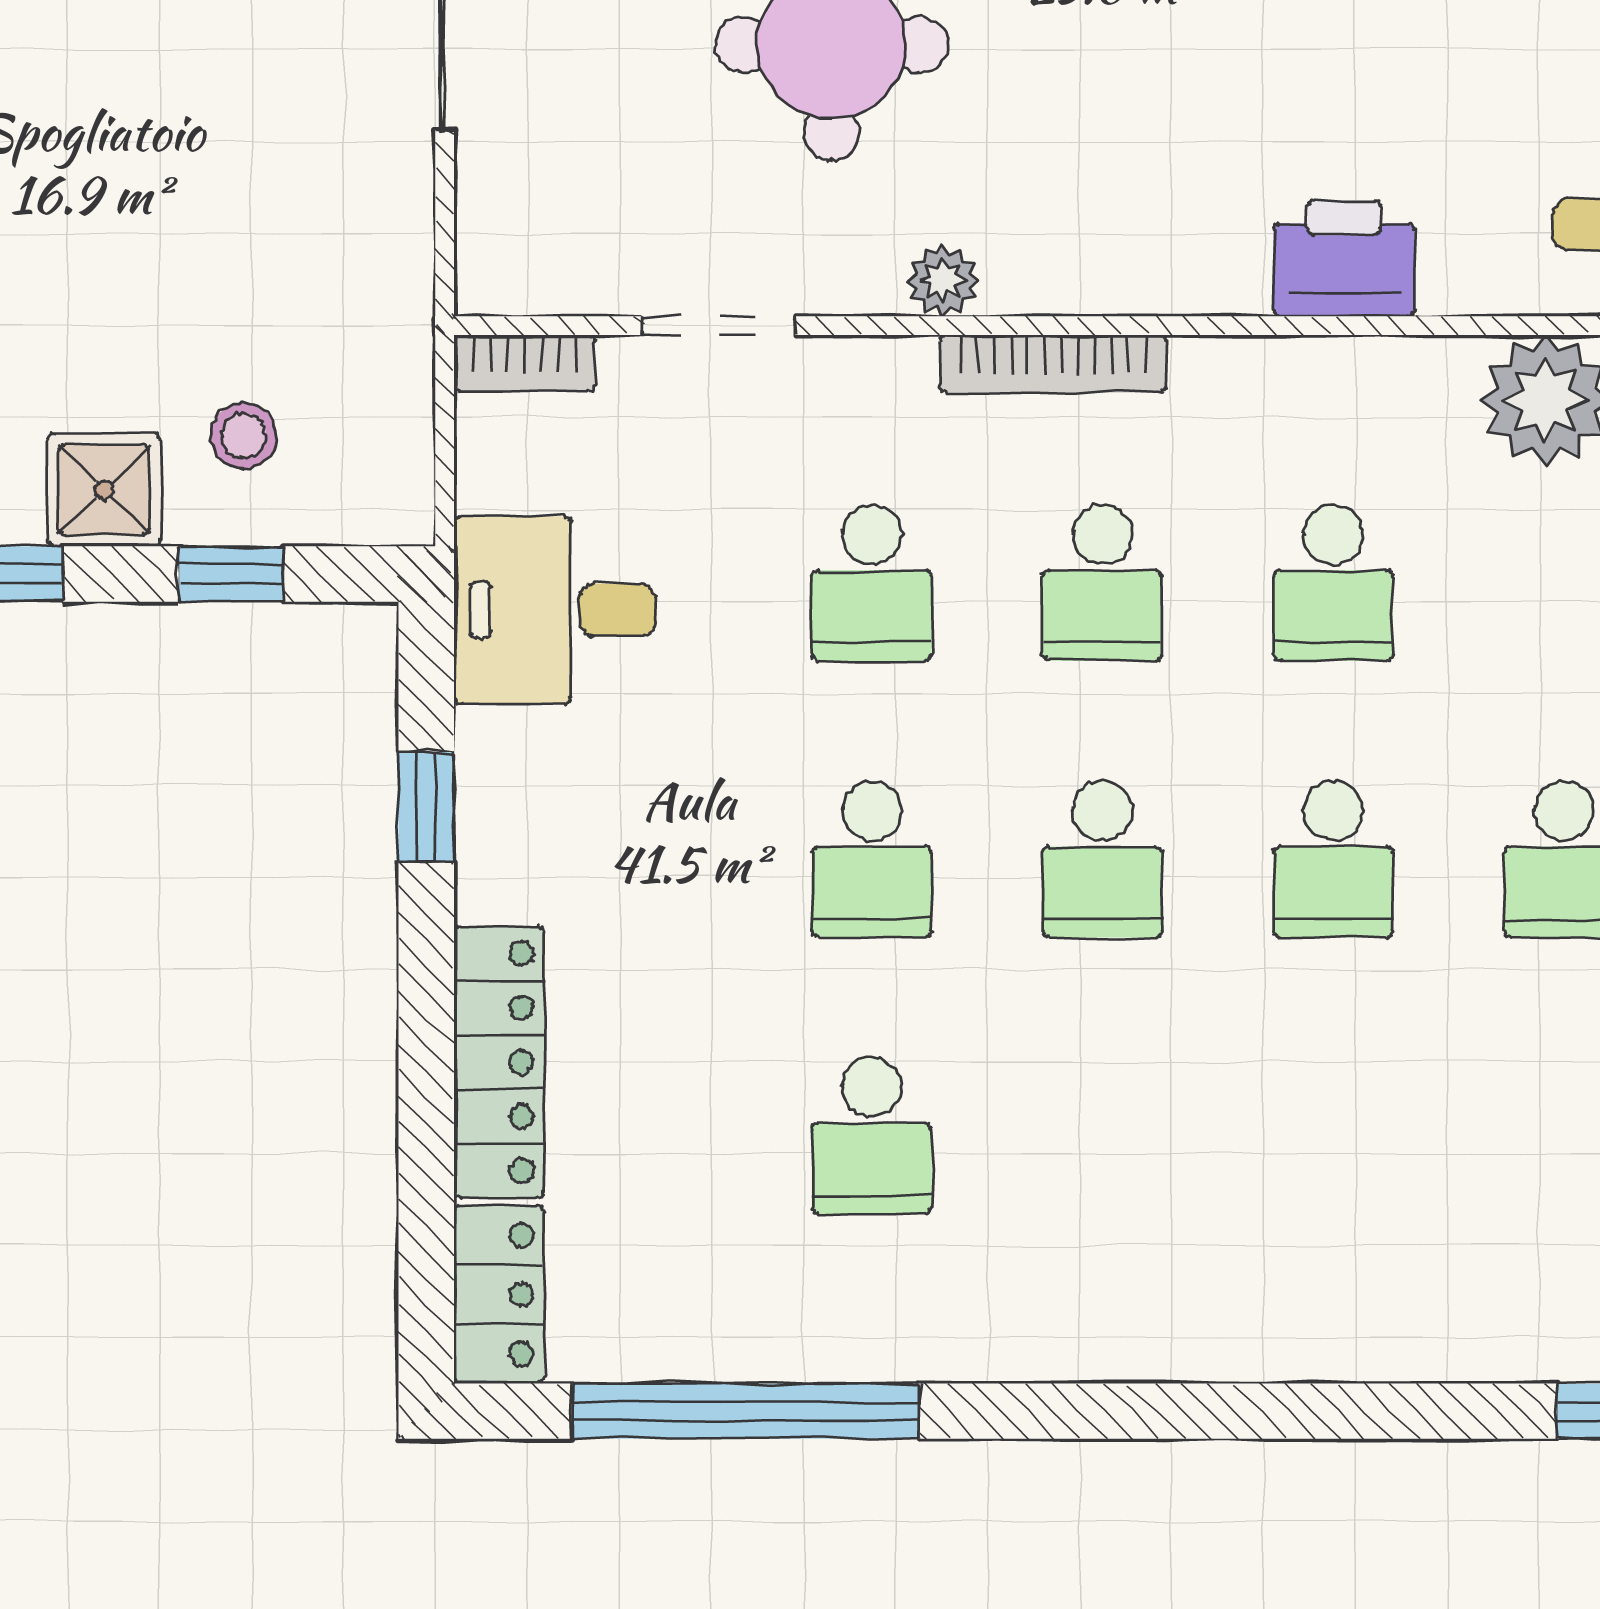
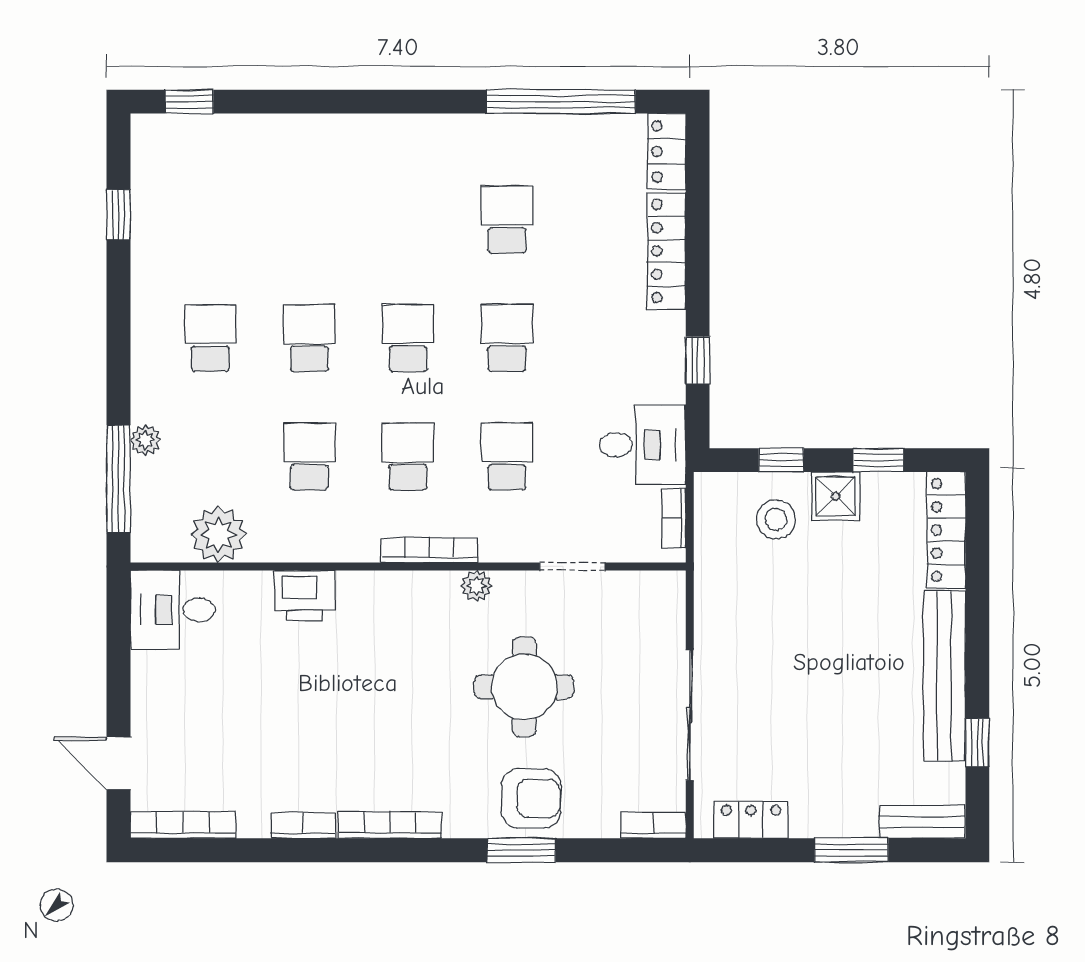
bookcase: (524, 363) -> (674, 518), moved, turned -90
stool: (244, 436) -> (776, 519), width x1.37, depth x1.37

